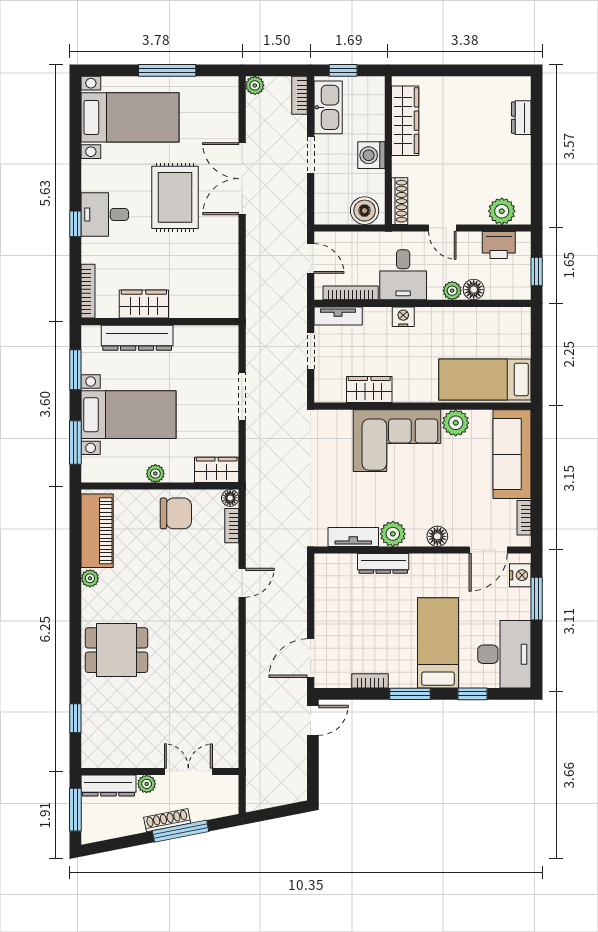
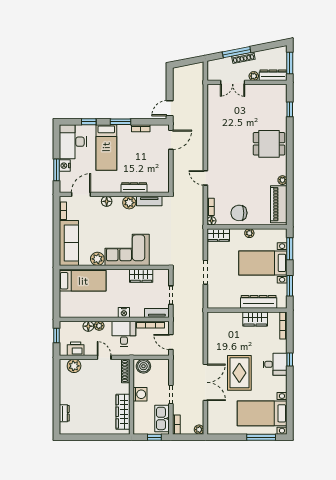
window: (167, 70) -> (261, 437), moved
nightstand: (520, 575) -> (65, 166), moved
door: (242, 583) -> (205, 178), hinge flipped

